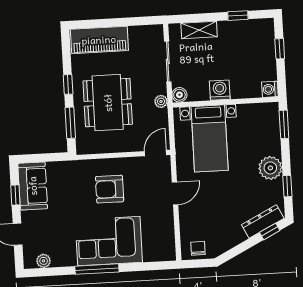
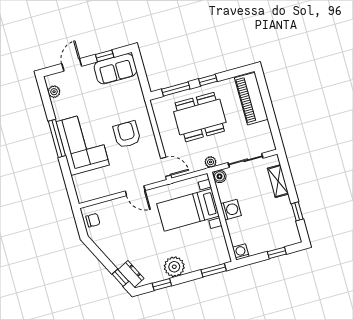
dresser: (263, 222) -> (131, 274), width x0.70

